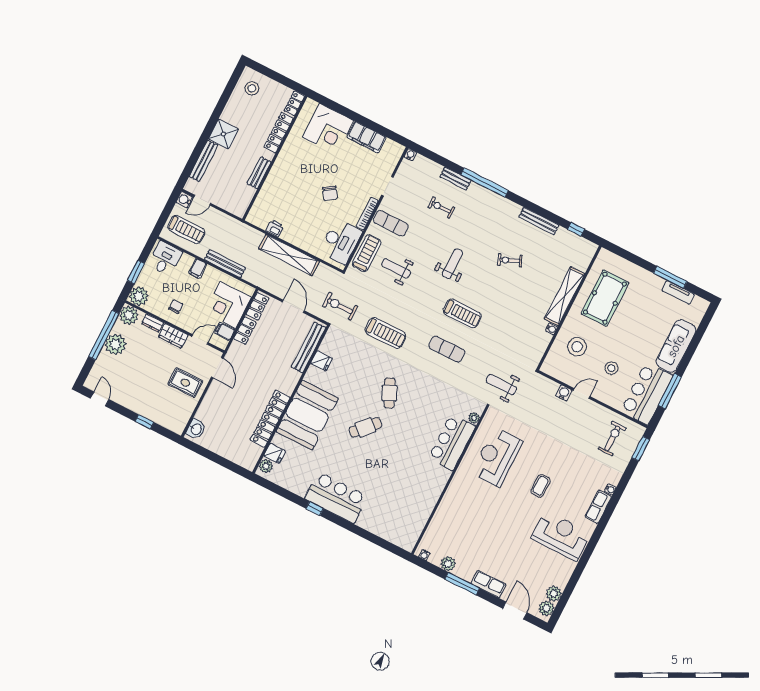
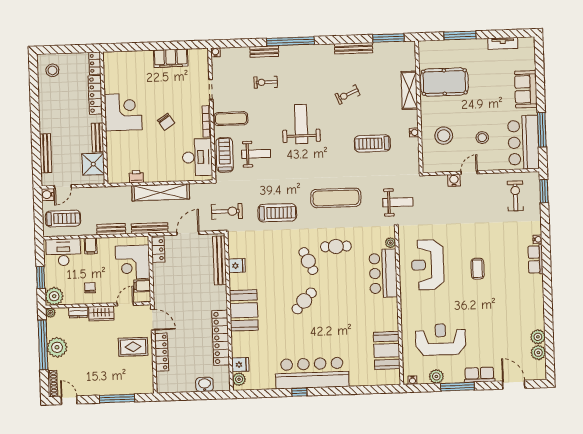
corner desk: (328, 129) -> (123, 112), moved, turned -90
shower: (223, 134) -> (93, 164), moved
window: (576, 229) -> (388, 38), width x2.17
desk: (165, 258) -> (63, 252), width x1.37
bench: (225, 264) -> (111, 229), width x0.73
weight bench: (452, 264) -> (301, 124), width x1.36, depth x1.33
weight bench: (396, 268) -> (256, 154), turned 180
window: (670, 277) -> (460, 35), moved
bench: (261, 282) -> (150, 228), added
shelving: (564, 296) -> (409, 90), width x0.68
pool table: (605, 298) -> (444, 82), turned 90
door: (293, 306) -> (188, 233), hinge flipped
exercise bike: (340, 306) -> (227, 211), turned 180
treadmill: (462, 313) -> (372, 143), moved, turned 180
plant: (129, 315) -> (50, 313), width x0.53, depth x0.53
locker: (245, 331) -> (161, 352), moved, width x1.53
sofa: (676, 346) -> (526, 89), width x0.73
exercise mat: (447, 349) -> (336, 198), width x1.36, depth x1.45
shoe rack: (93, 375) -> (53, 384), added
weight bench: (501, 385) -> (398, 202), turned 180
cafe table: (422, 394) -> (336, 246), added
booth: (307, 415) -> (244, 310), width x0.73, depth x0.70
window: (144, 422) -> (117, 399), width x2.17
washbasin: (196, 429) -> (204, 384), moved, turned -90
bar counter: (336, 497) -> (312, 373), width x1.36
booth: (416, 515) -> (387, 351), added
reception desk: (561, 536) -> (441, 339), moved
plant: (546, 608) -> (538, 337), moved

